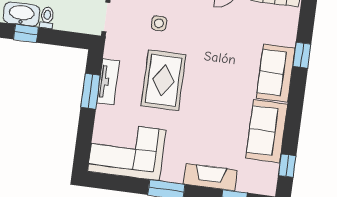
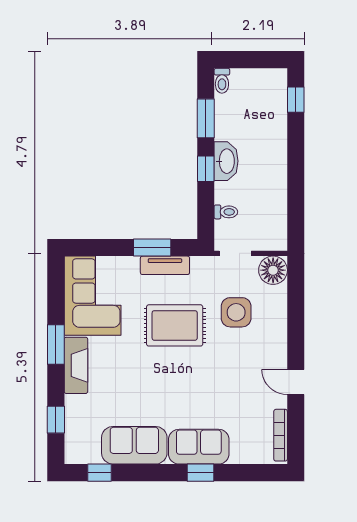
toilet: (47, 18) -> (226, 212), moved
side table: (159, 23) -> (236, 312), width x1.87, depth x1.87
window: (302, 55) -> (201, 473), moved
fireplace: (210, 177) -> (76, 365), moved

